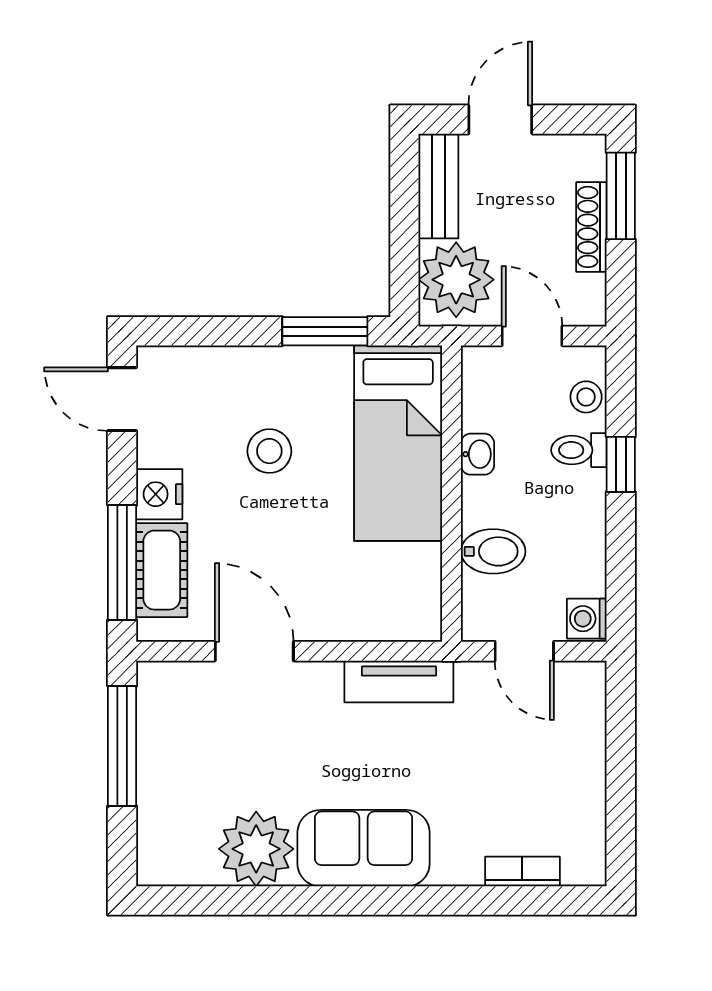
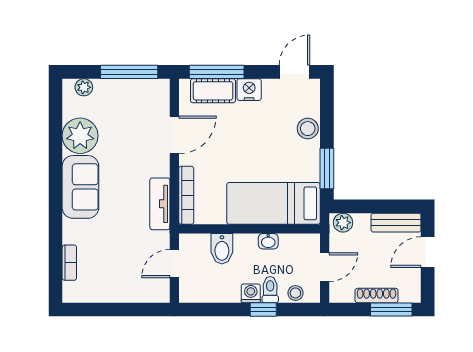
door: (500, 120) -> (428, 252), swing flipped
plant: (456, 280) -> (343, 223), width x0.53, depth x0.53
stool: (269, 451) -> (308, 129), moved
washing machine: (587, 619) -> (251, 293), moved
bookcase: (381, 626) -> (186, 195), added
plant: (154, 841) -> (84, 87), added

